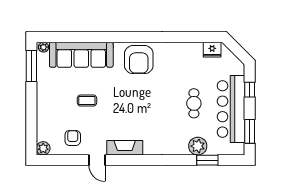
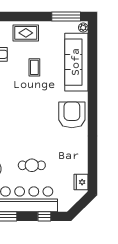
armchair: (139, 60) -> (72, 115), turned 90
rug: (49, 110) -> (26, 33), added

